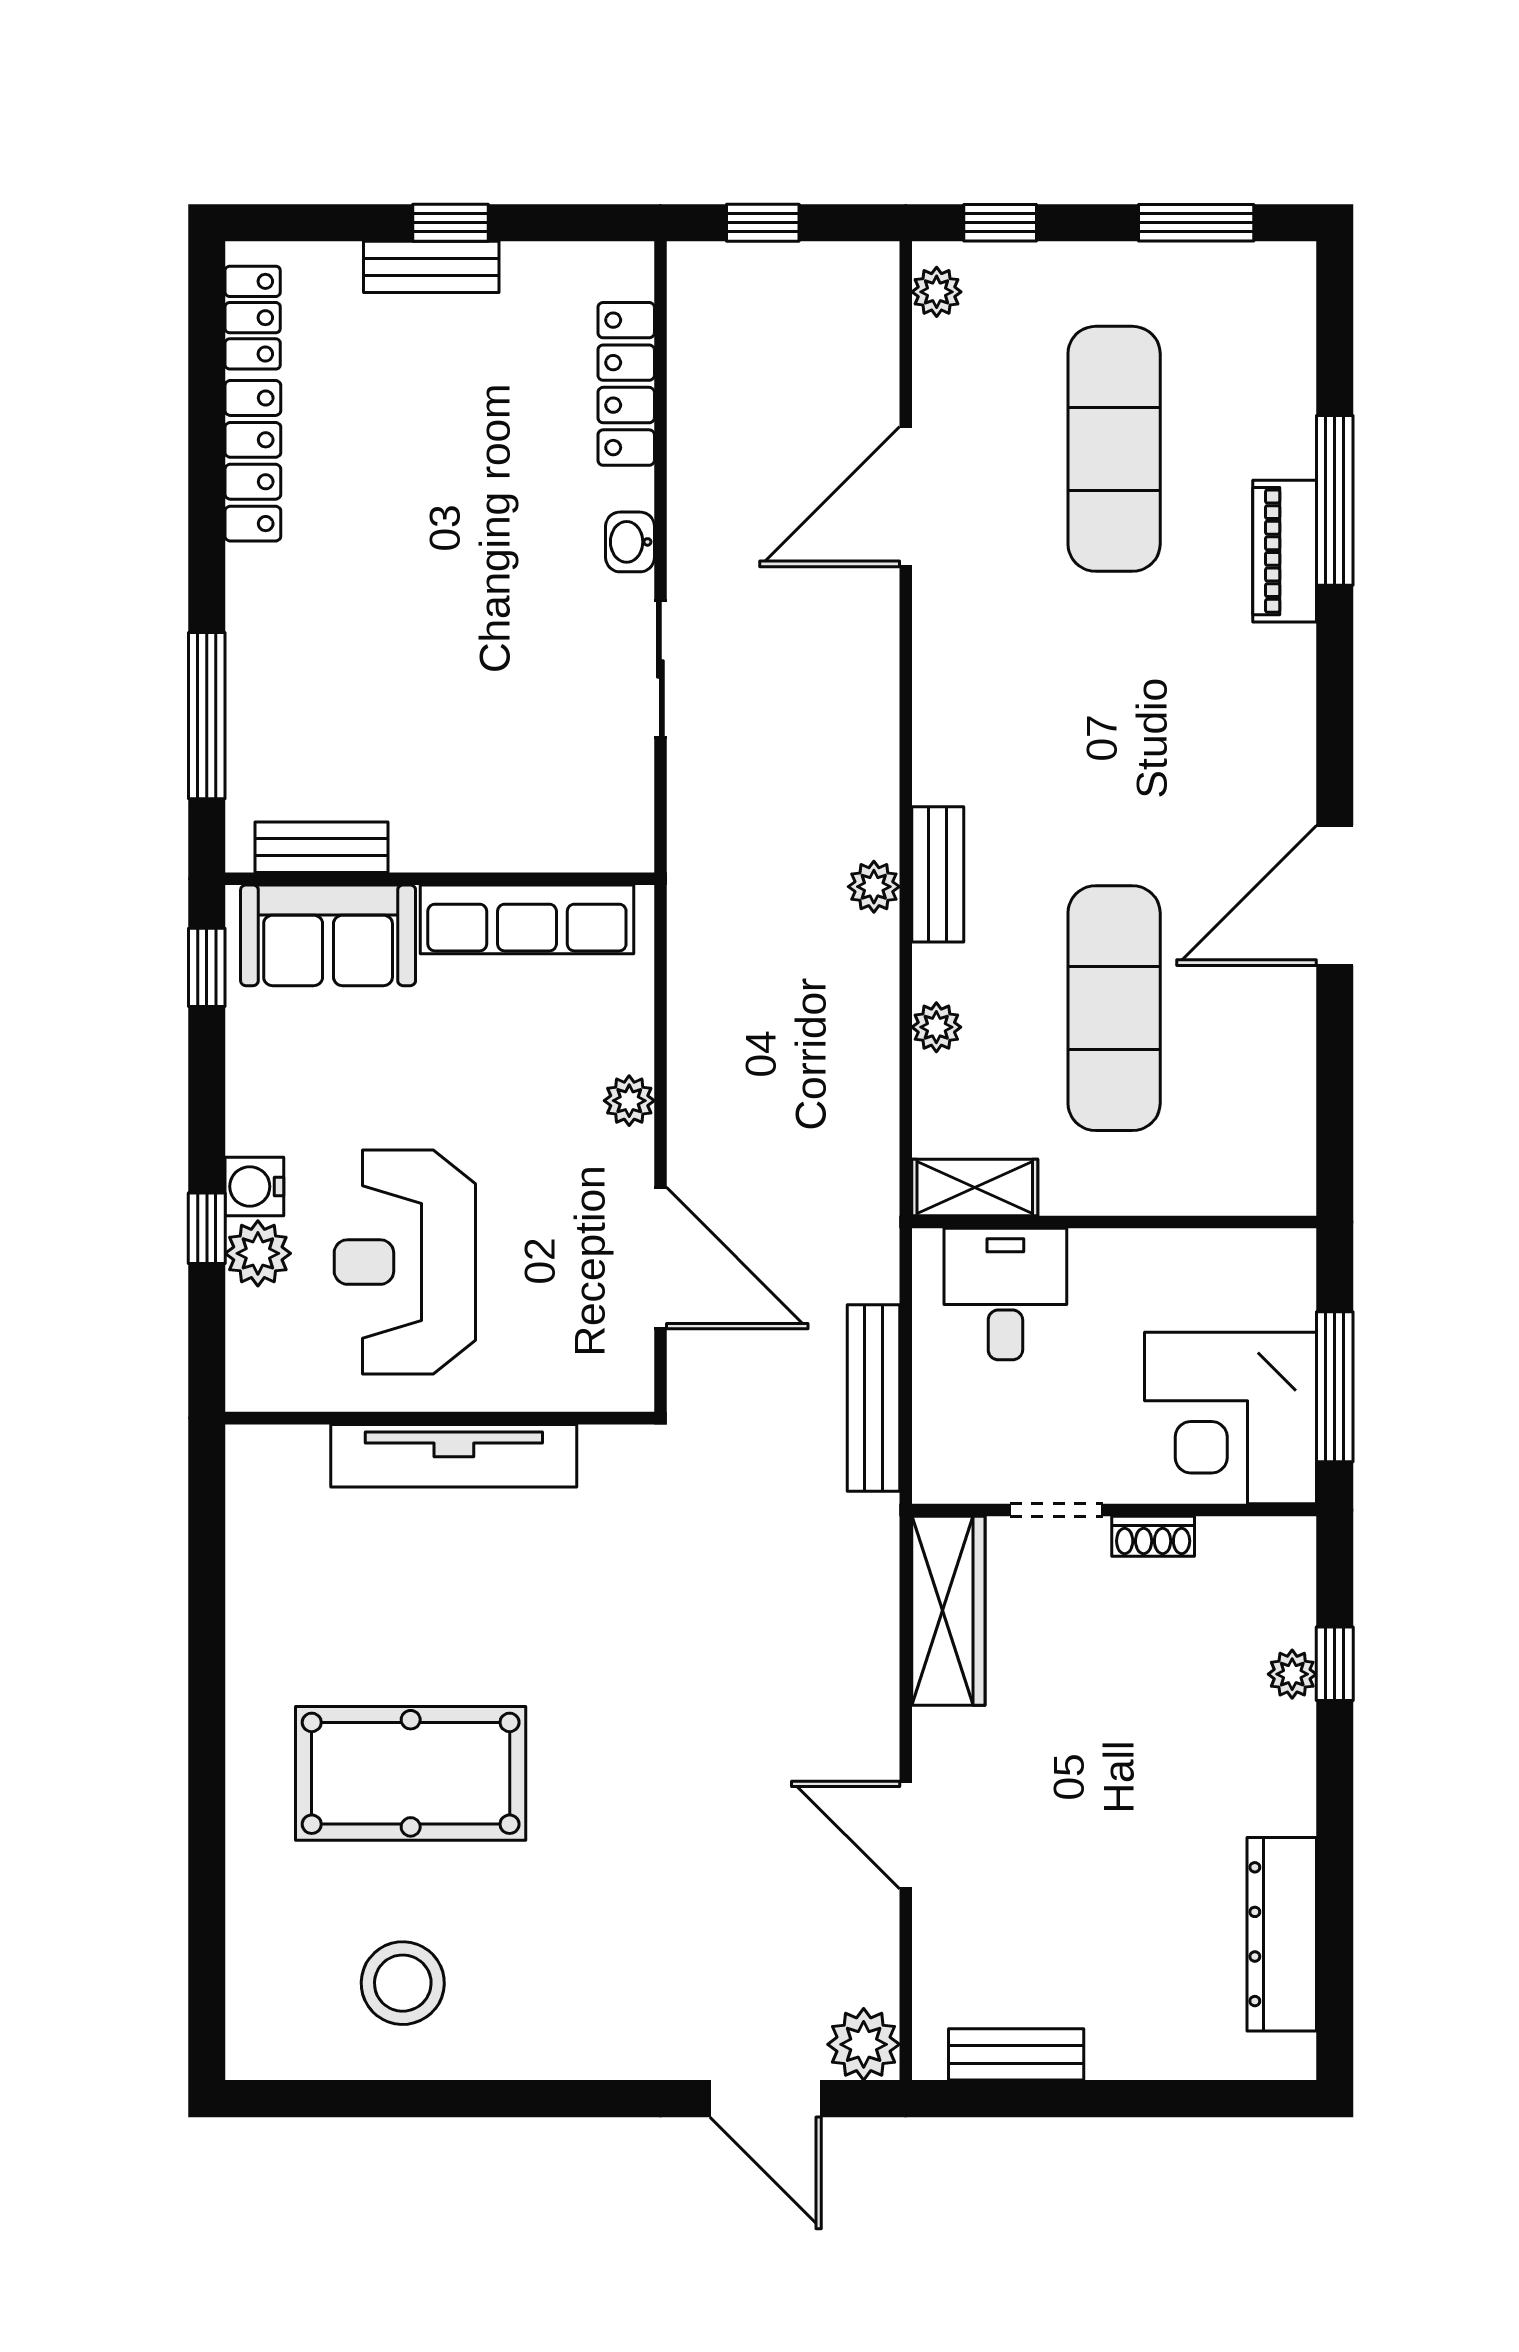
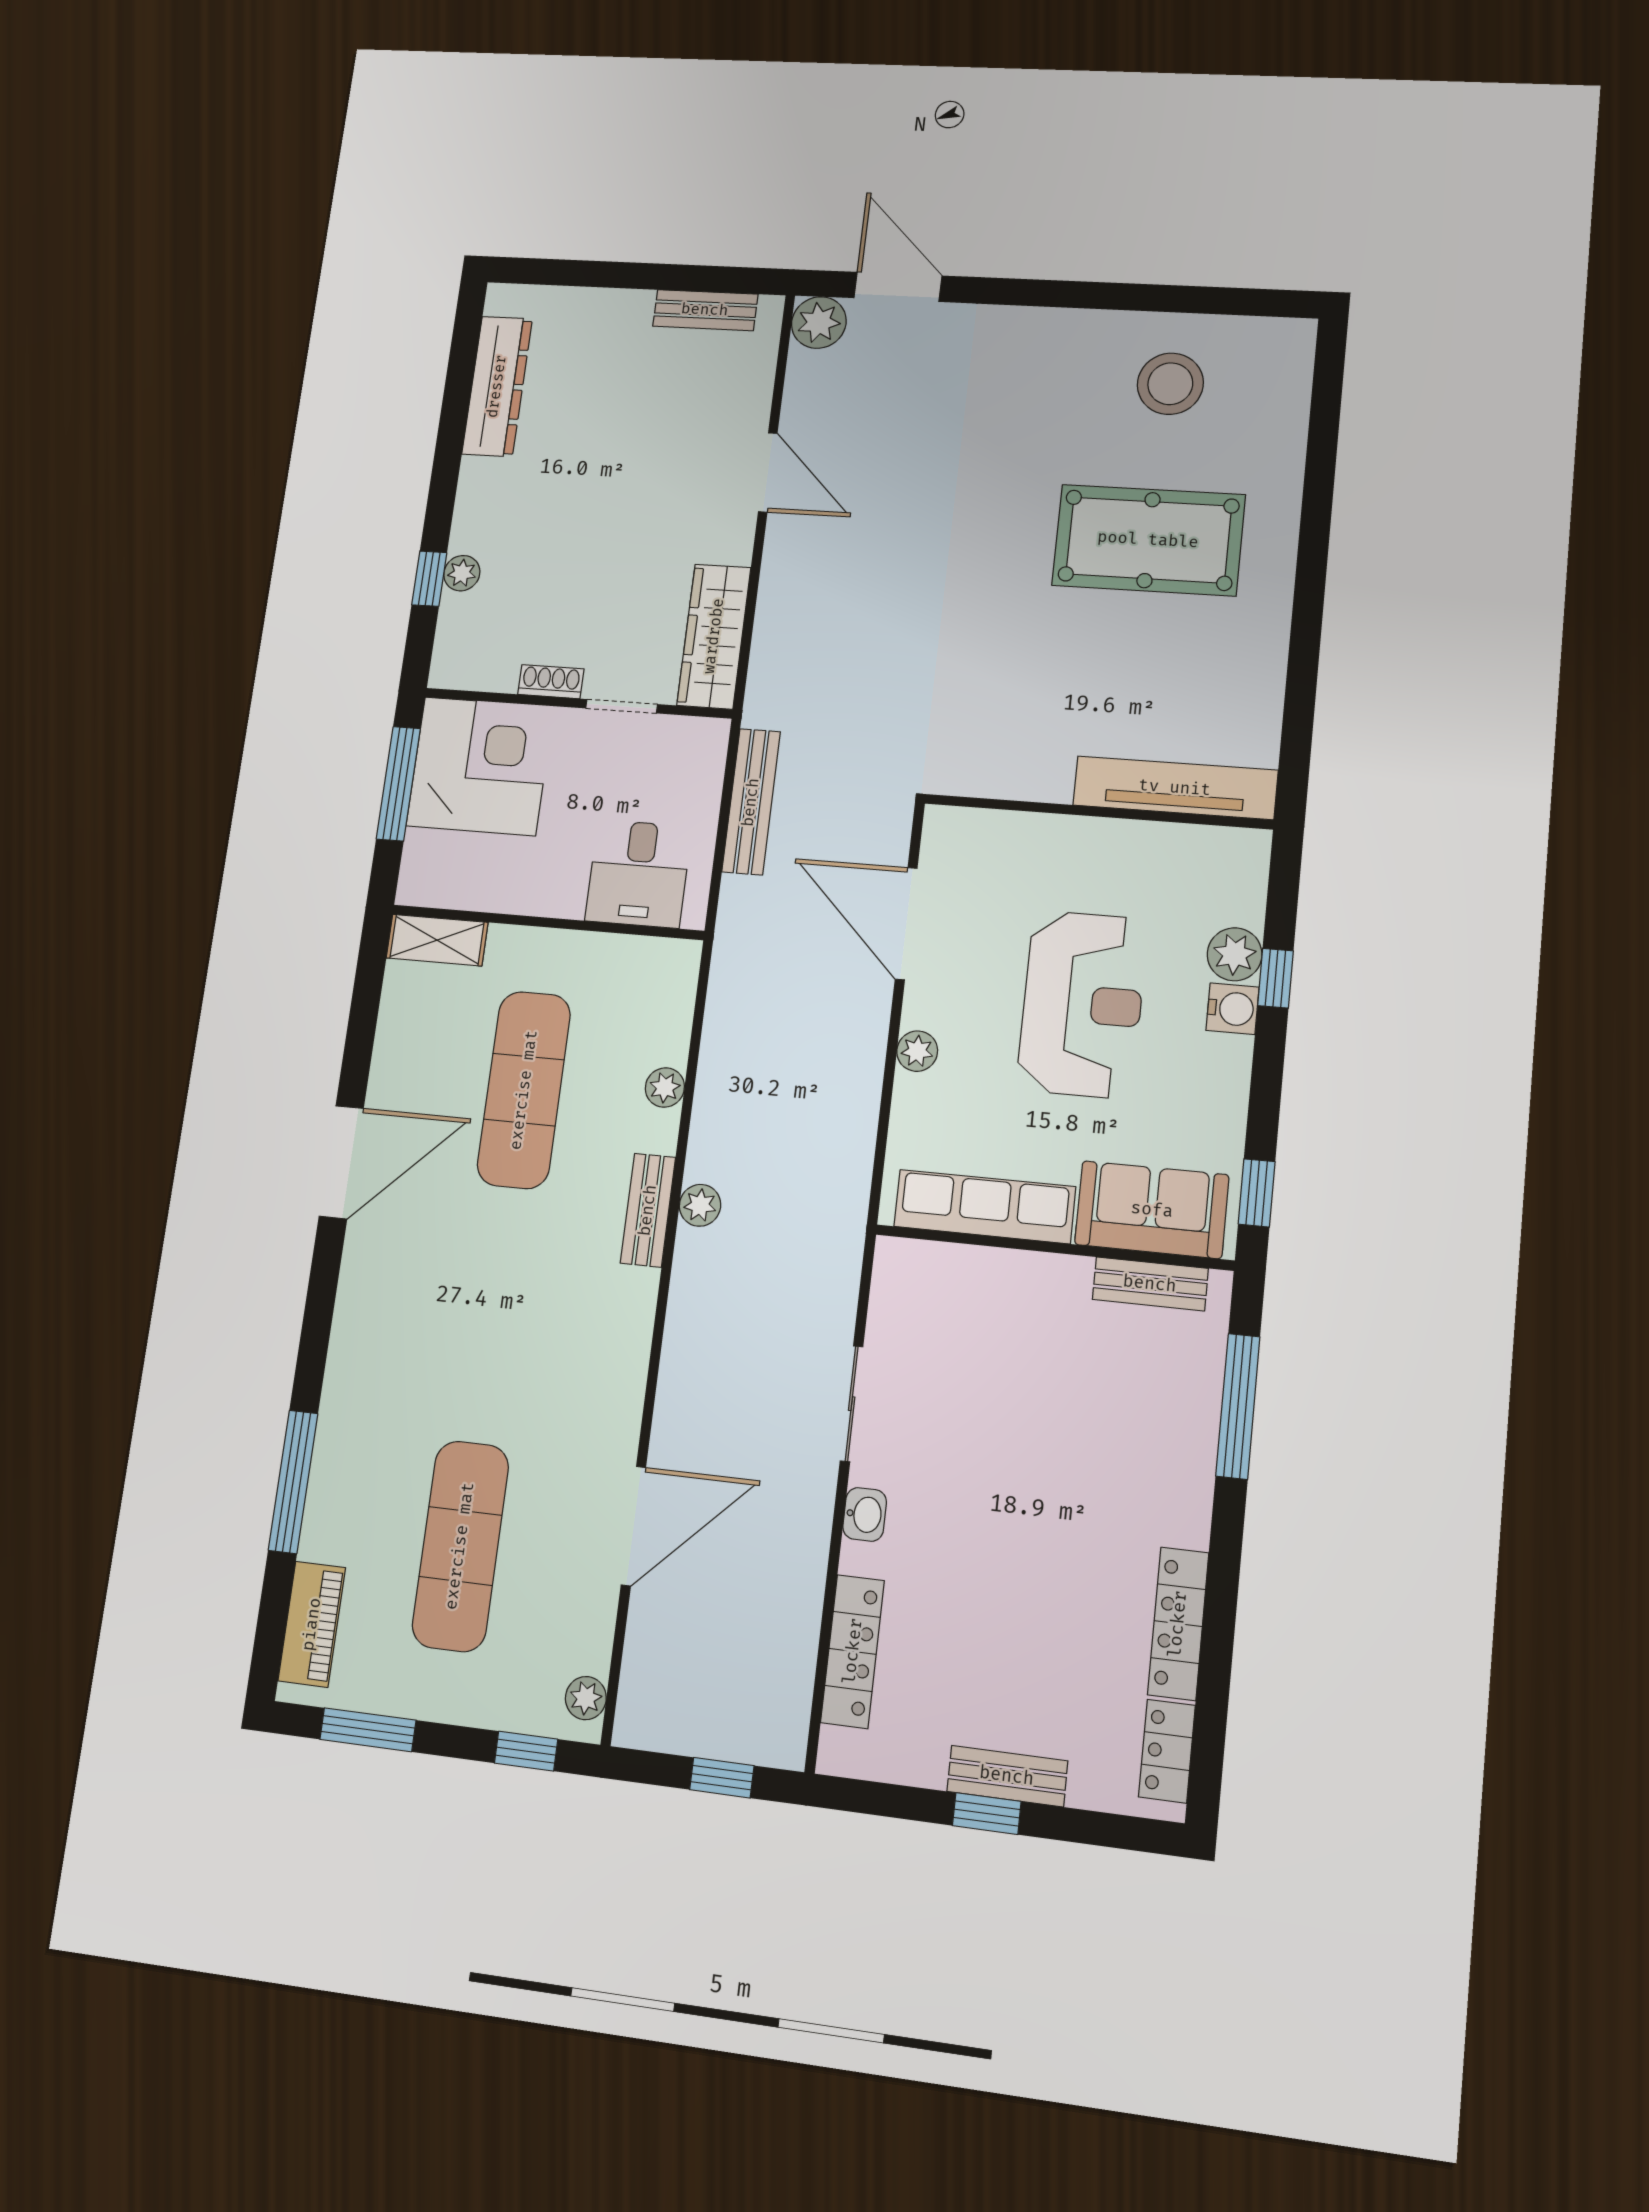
piano: (1285, 551) -> (312, 1624), moved
shelving: (975, 1187) -> (437, 940), moved
reception desk: (405, 1262) -> (1082, 1004), moved
tv unit: (454, 1456) -> (1175, 788), moved

